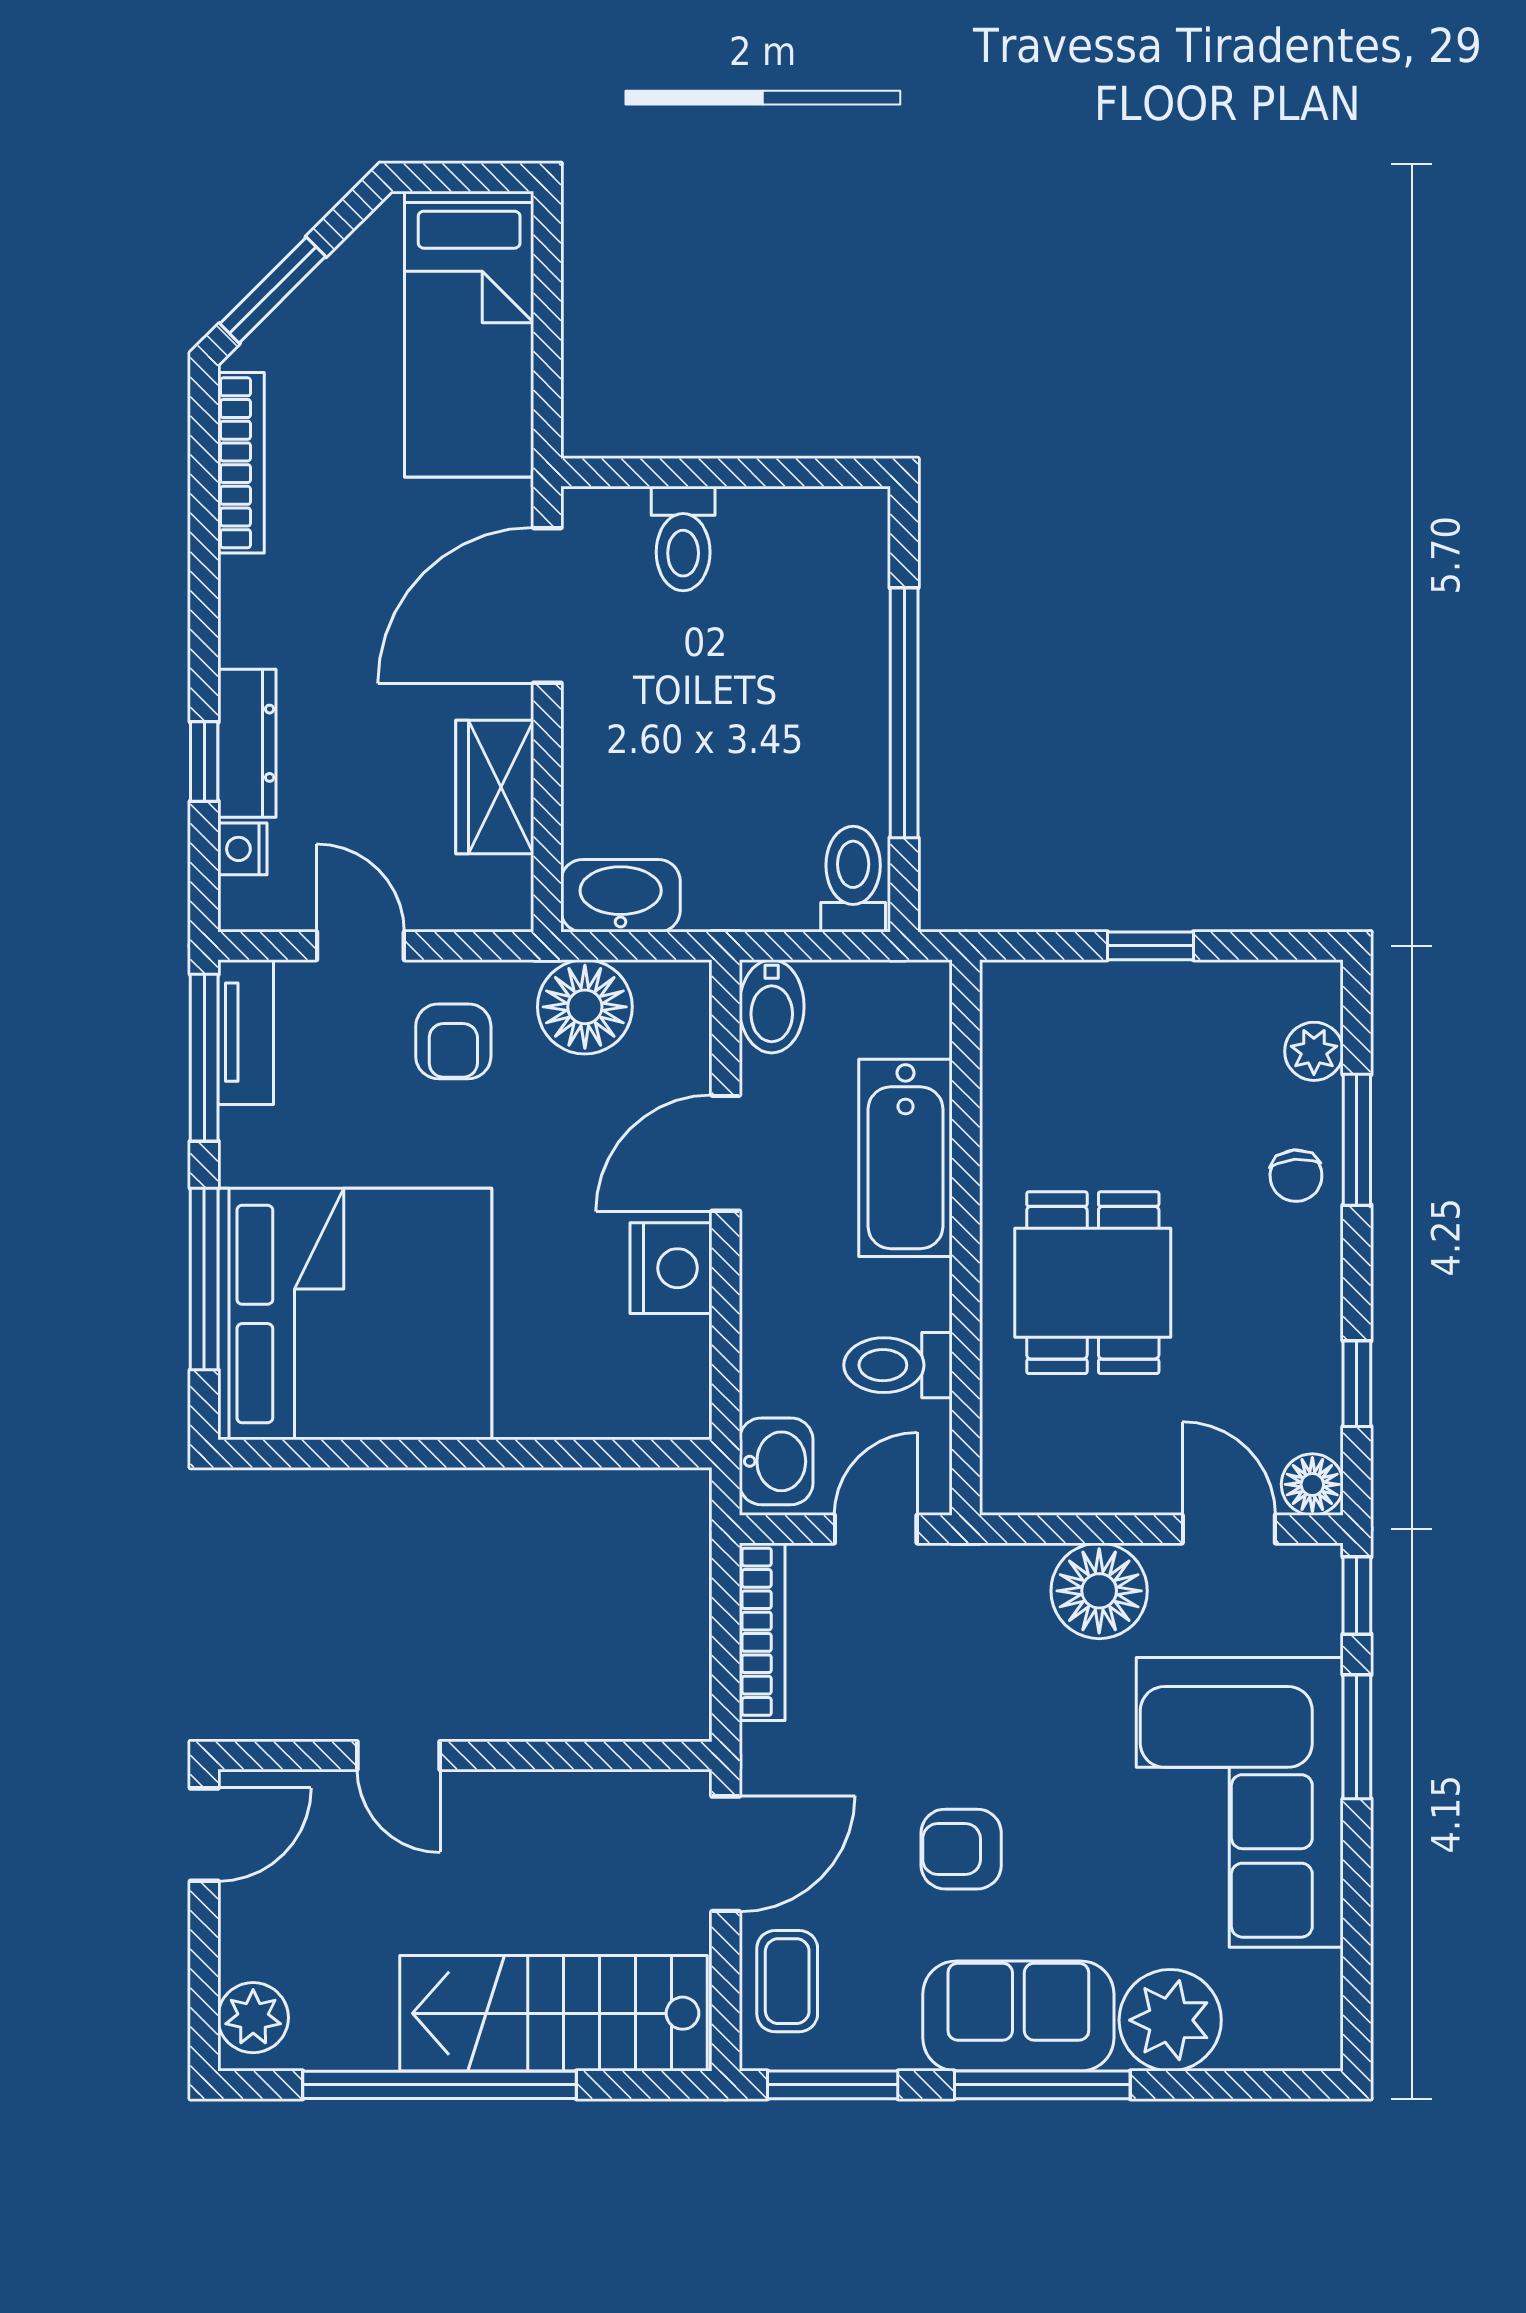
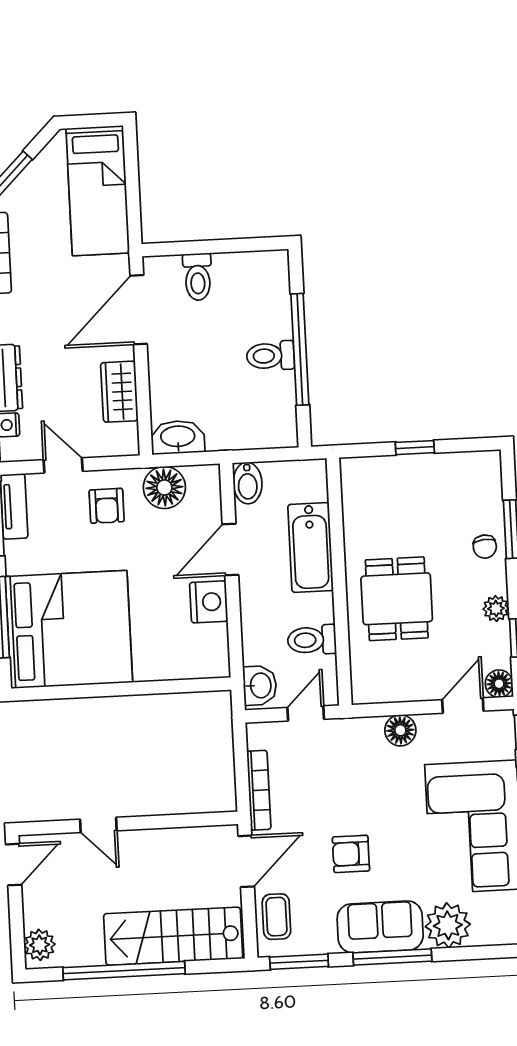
toilet: (853, 879) -> (270, 356), moved, turned -90
plant: (1314, 1051) -> (496, 609), moved
door: (1229, 1529) -> (463, 705), hinge flipped
floor lamp: (1099, 1591) -> (400, 730), width x0.73, depth x0.73
bookcase: (762, 1632) -> (259, 790), moved

